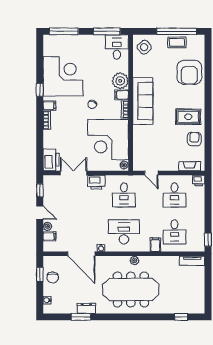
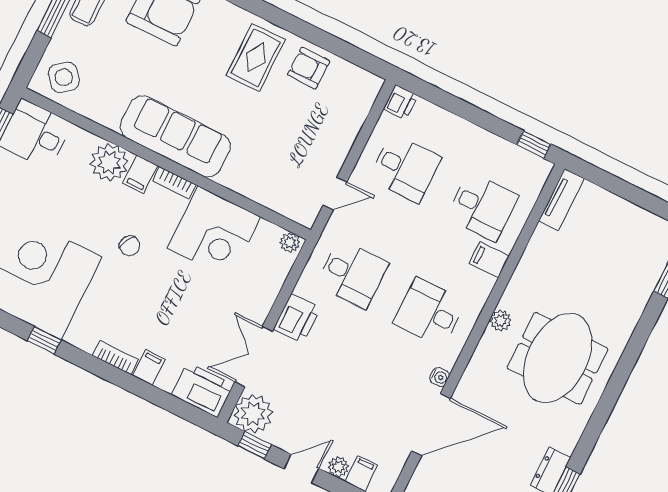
filing cabinet: (49, 106) -> (149, 367), moved
corner desk: (108, 140) -> (214, 232), width x0.74, depth x0.74
fireplace: (190, 166) -> (361, 106), removed
plant: (52, 184) -> (253, 414), added
desk: (124, 232) -> (430, 312), width x0.73
meeting table: (131, 289) -> (558, 358), width x0.73

